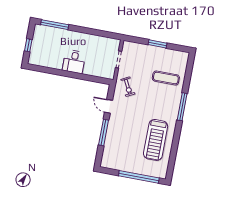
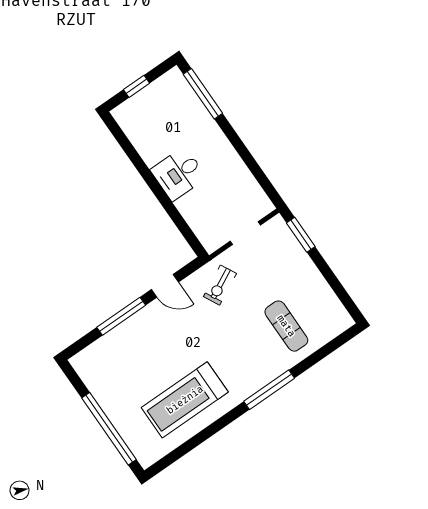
window: (157, 44) -> (301, 235), moved
door: (108, 106) -> (165, 286), swing flipped

